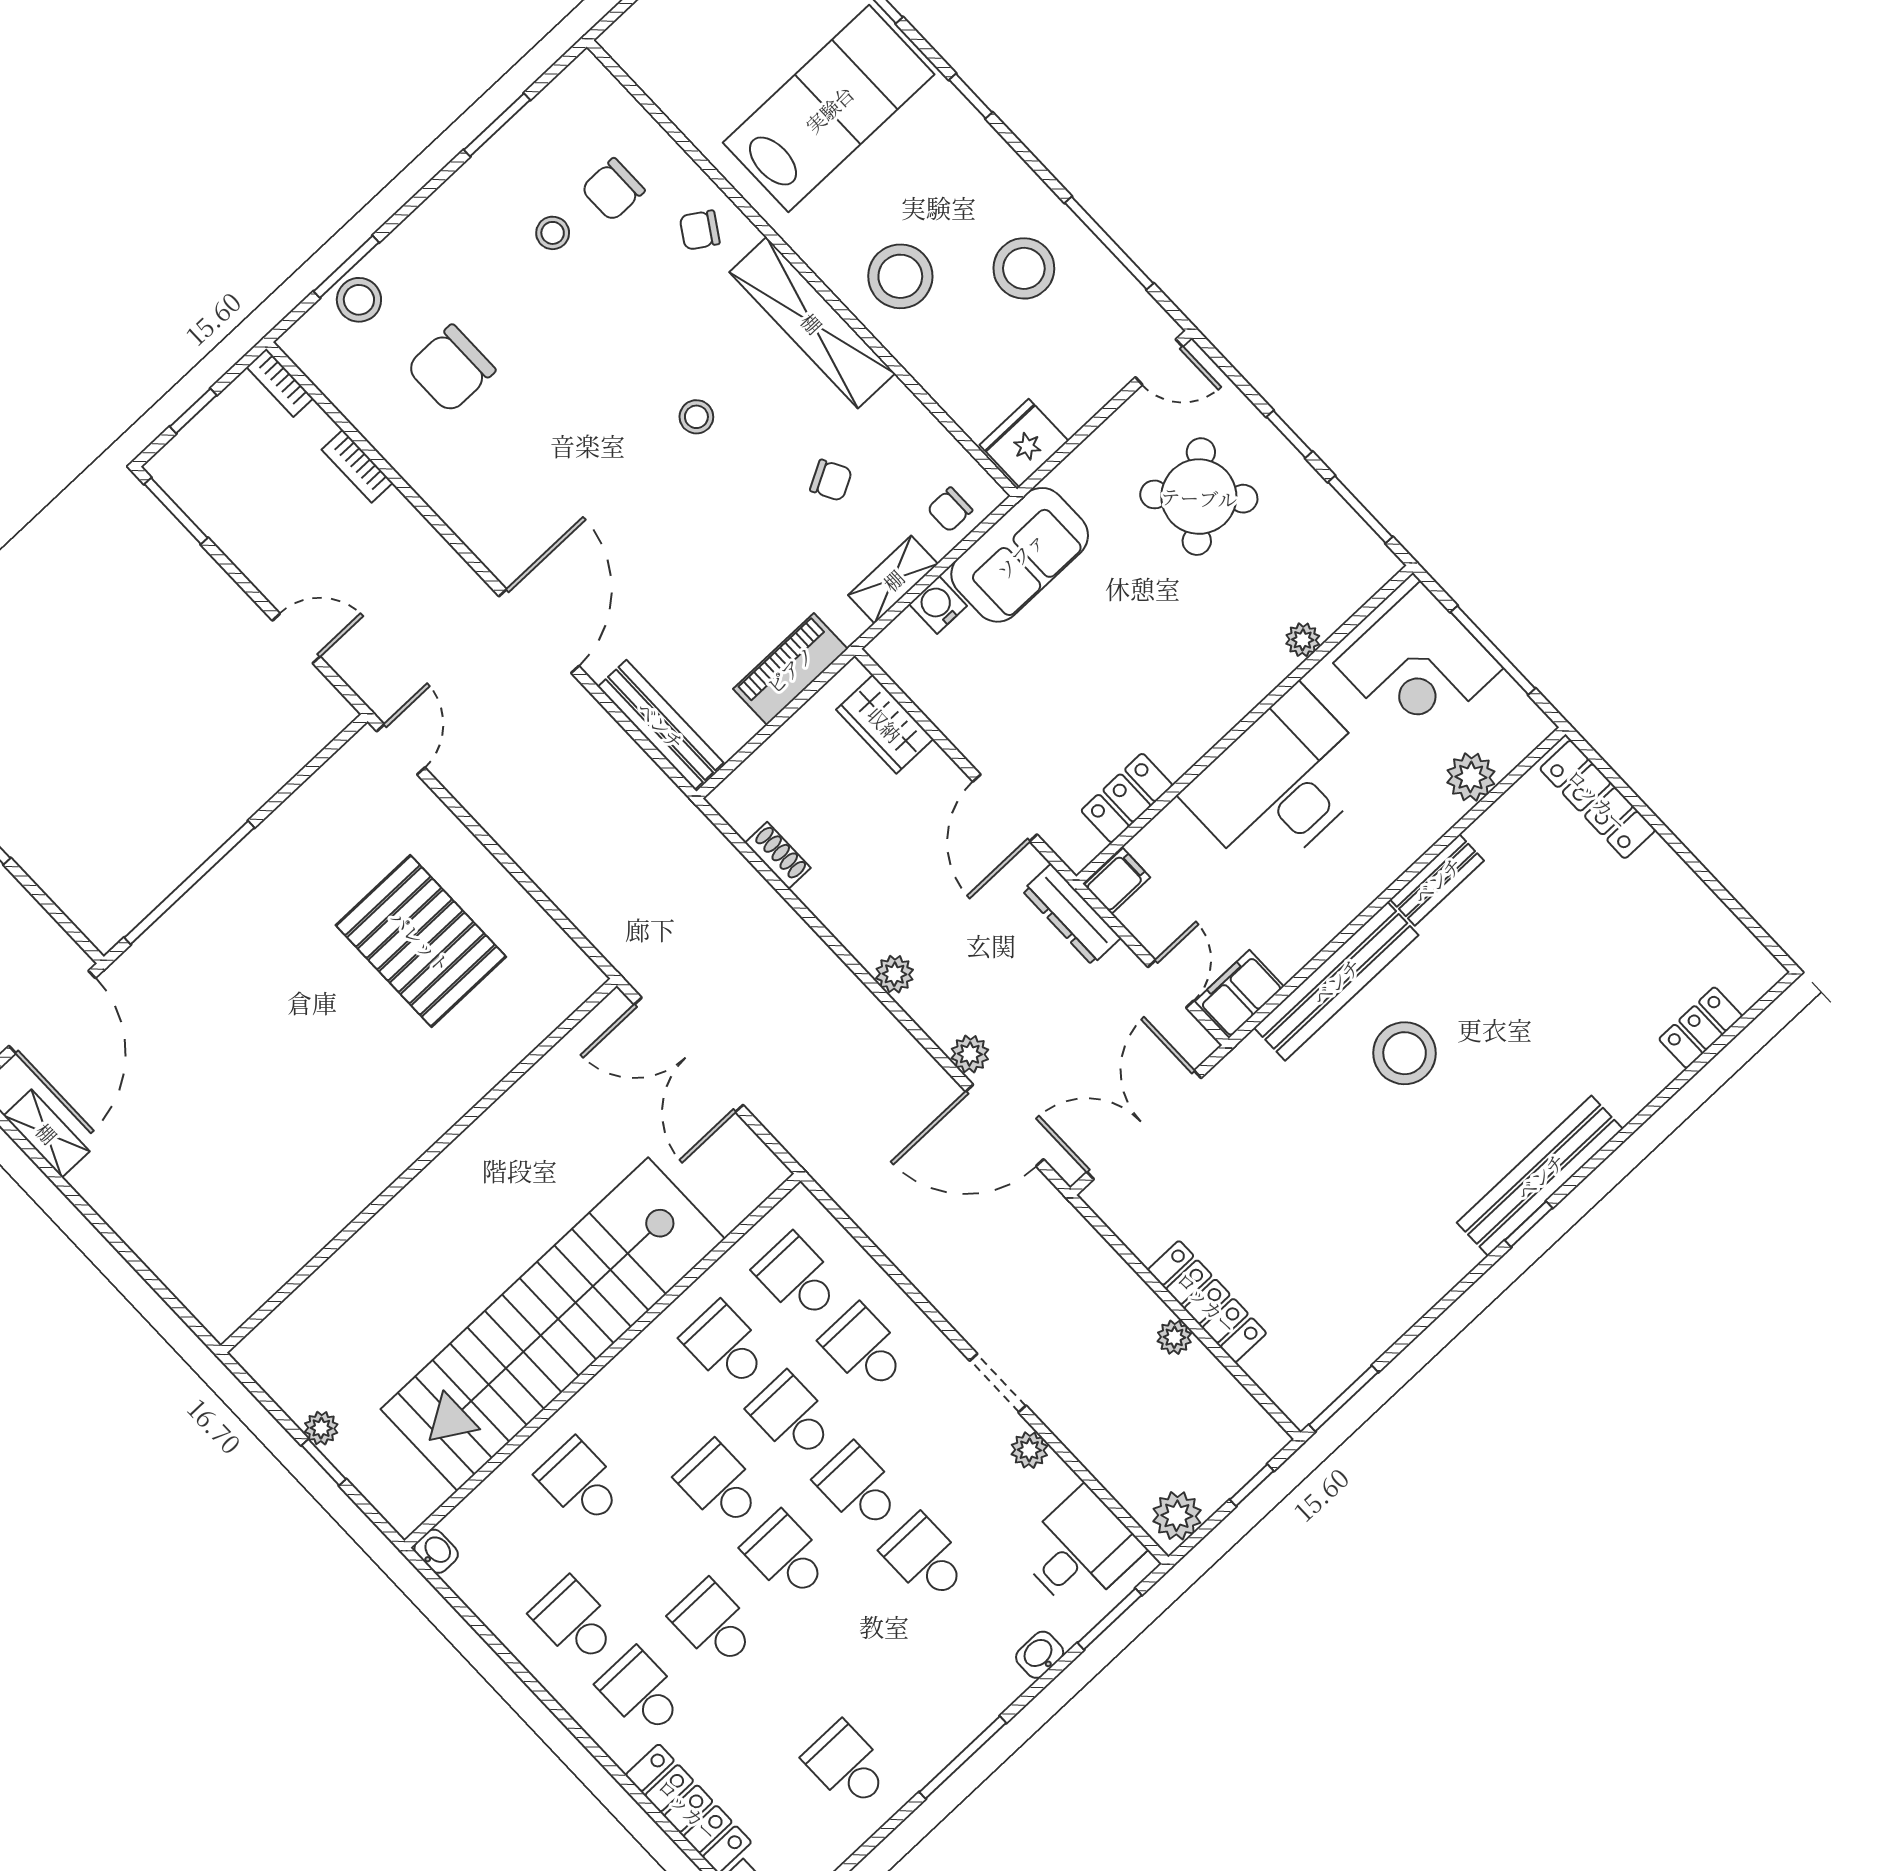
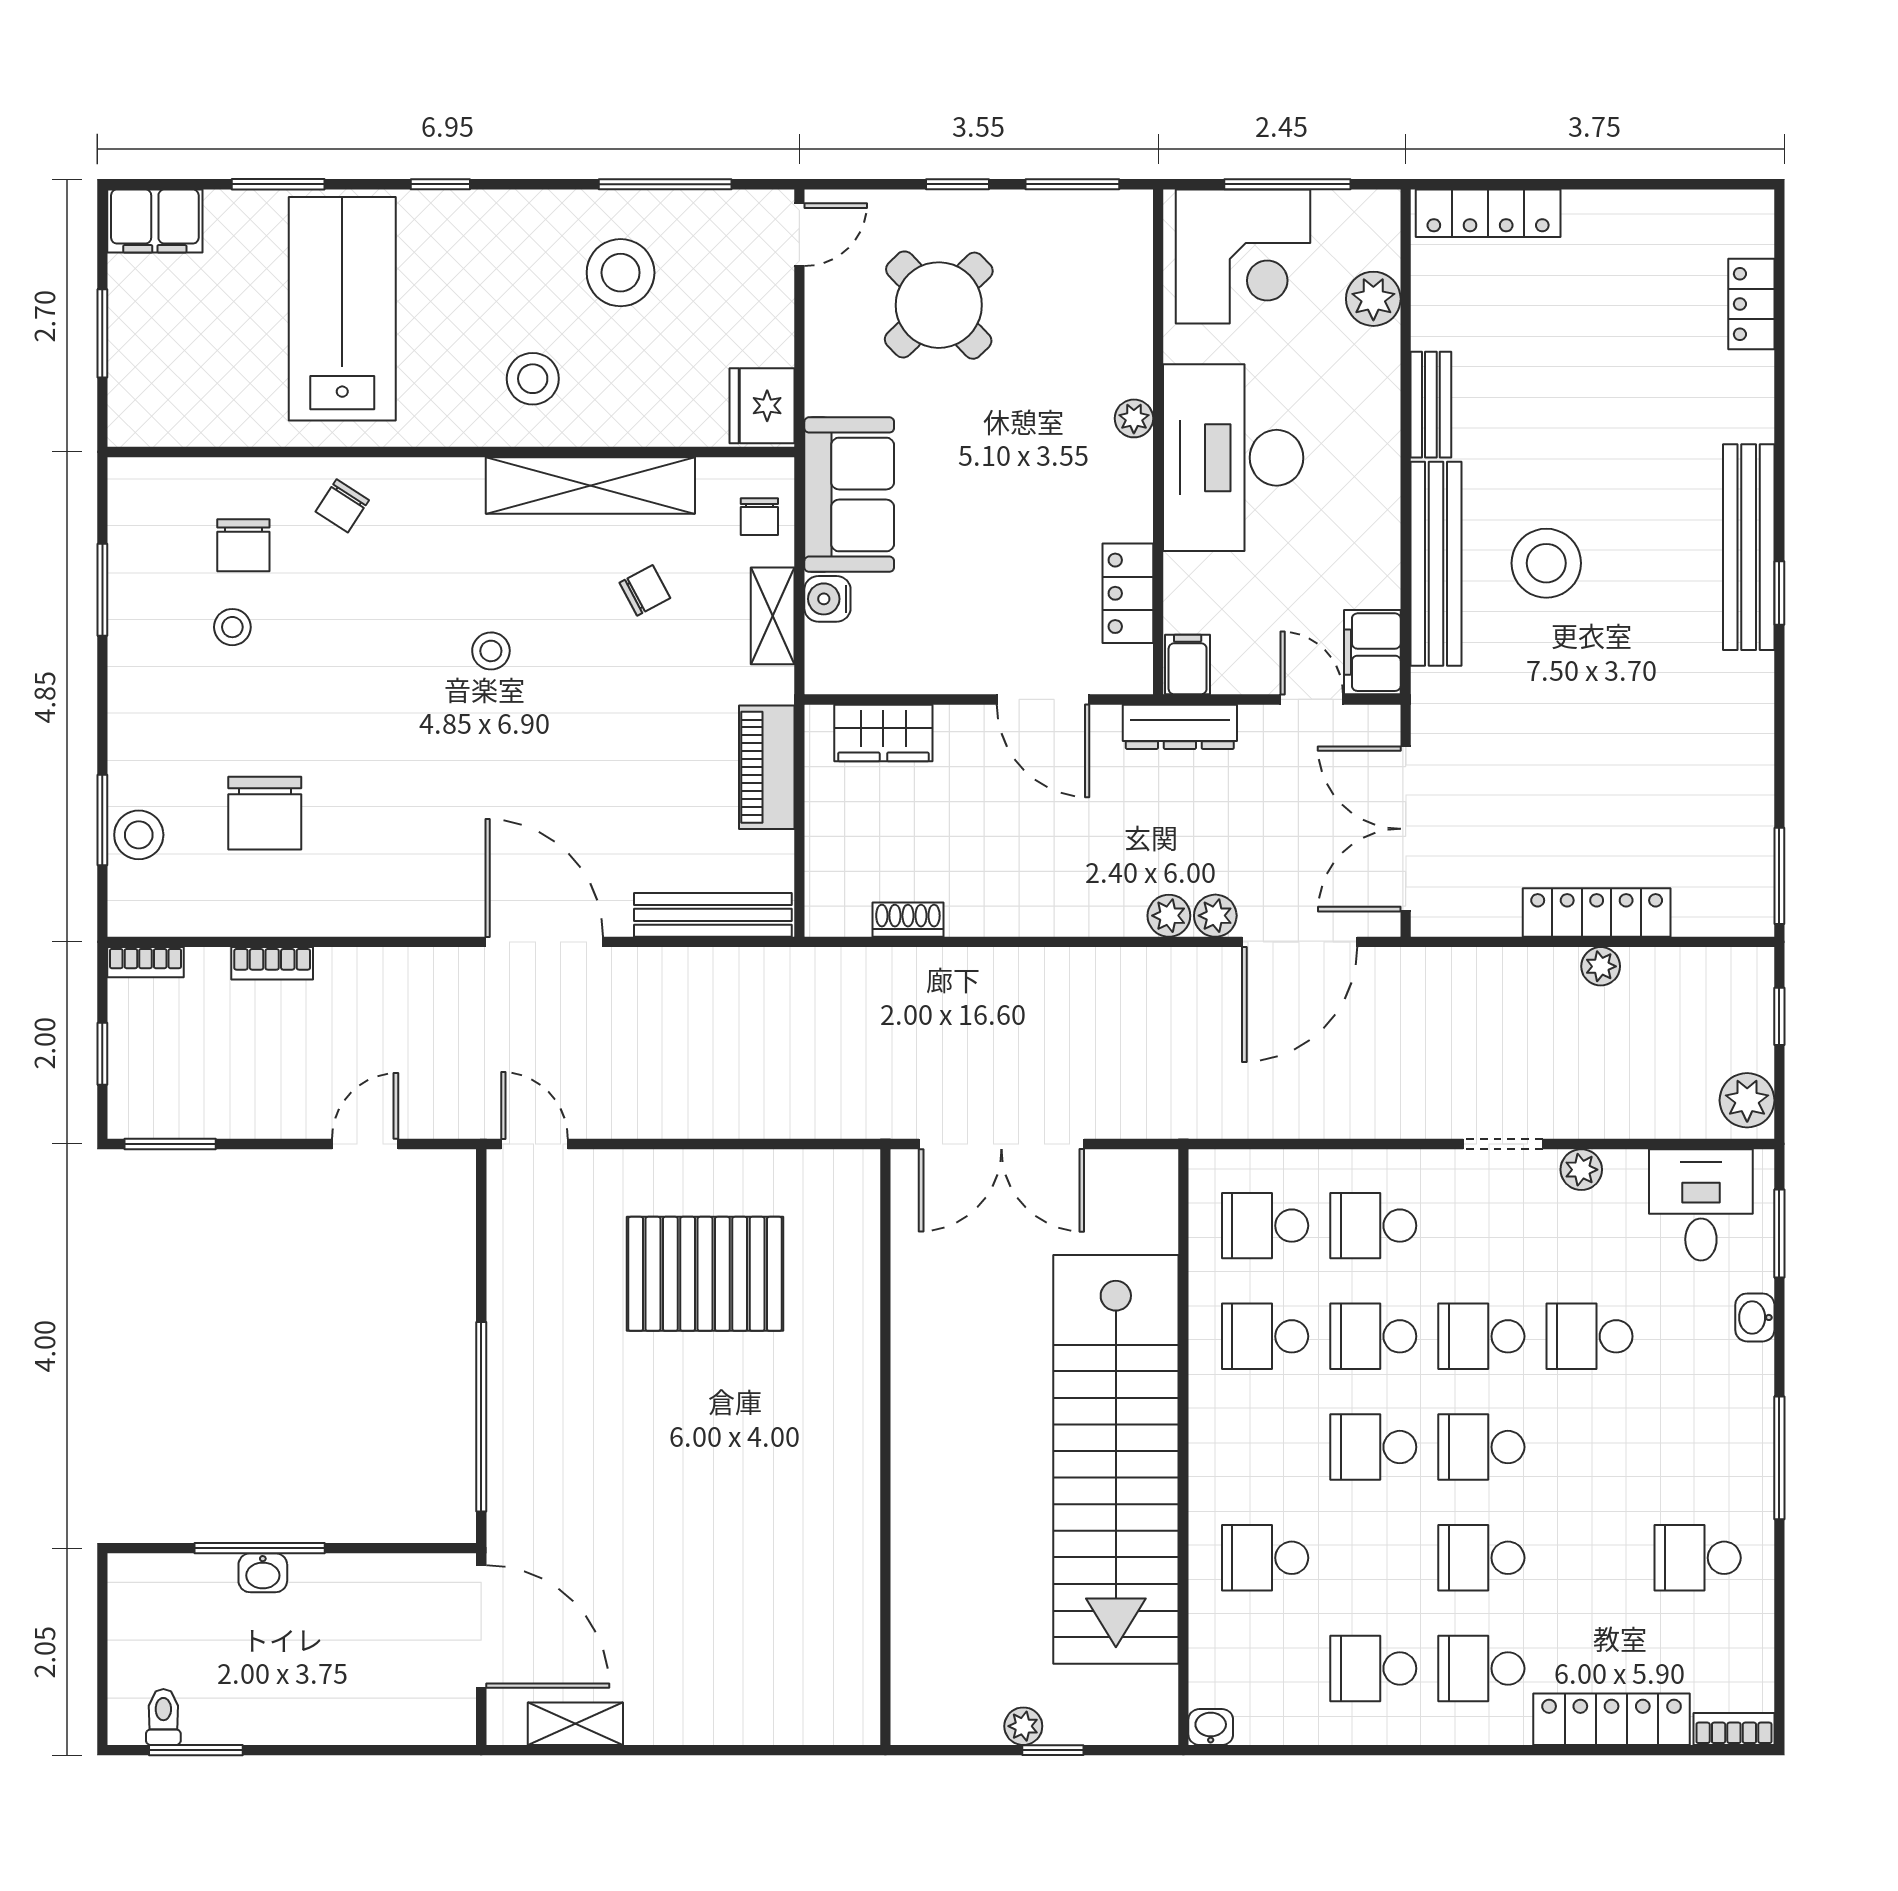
stool: (900, 276) -> (533, 379), width x0.73, depth x0.73
shelving: (812, 323) -> (590, 486), moved
plant: (1303, 640) -> (1134, 418), moved
plant: (894, 974) -> (1169, 916), moved

